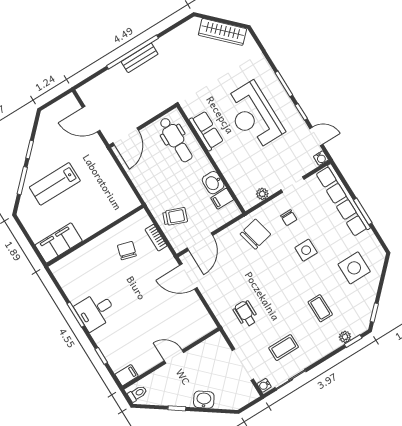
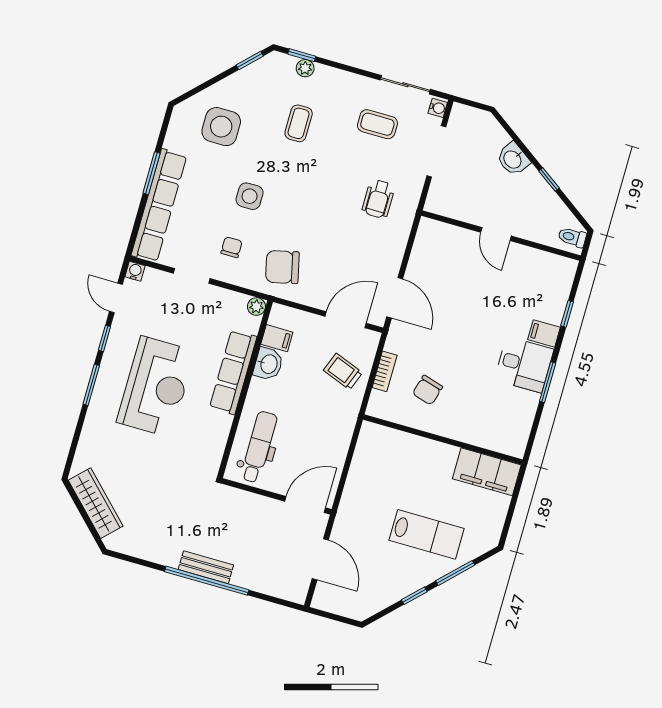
row of seats: (206, 131) -> (233, 372), moved, width x1.48
plant: (262, 194) -> (256, 307), moved
filing cabinet: (127, 375) -> (544, 333), moved

